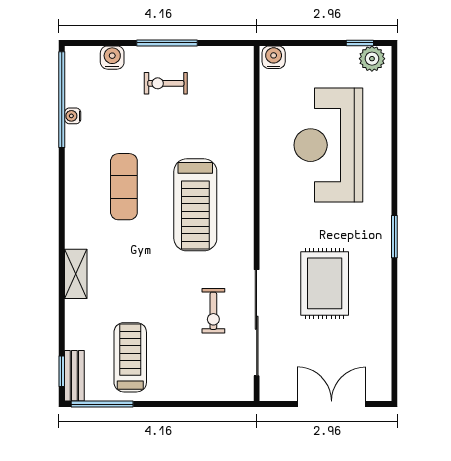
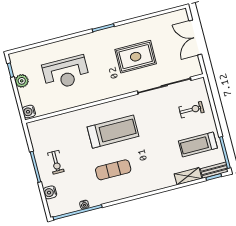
plant: (372, 59) -> (22, 81), moved
reception desk: (328, 145) -> (66, 73), width x0.74, depth x0.77
shelving: (76, 274) -> (188, 176), moved
exercise bike: (213, 311) -> (191, 110), moved

